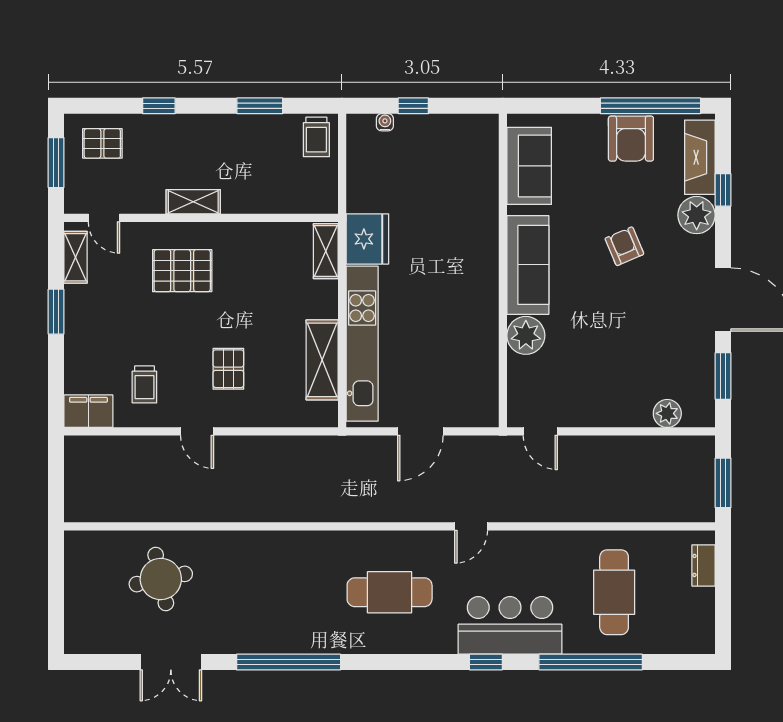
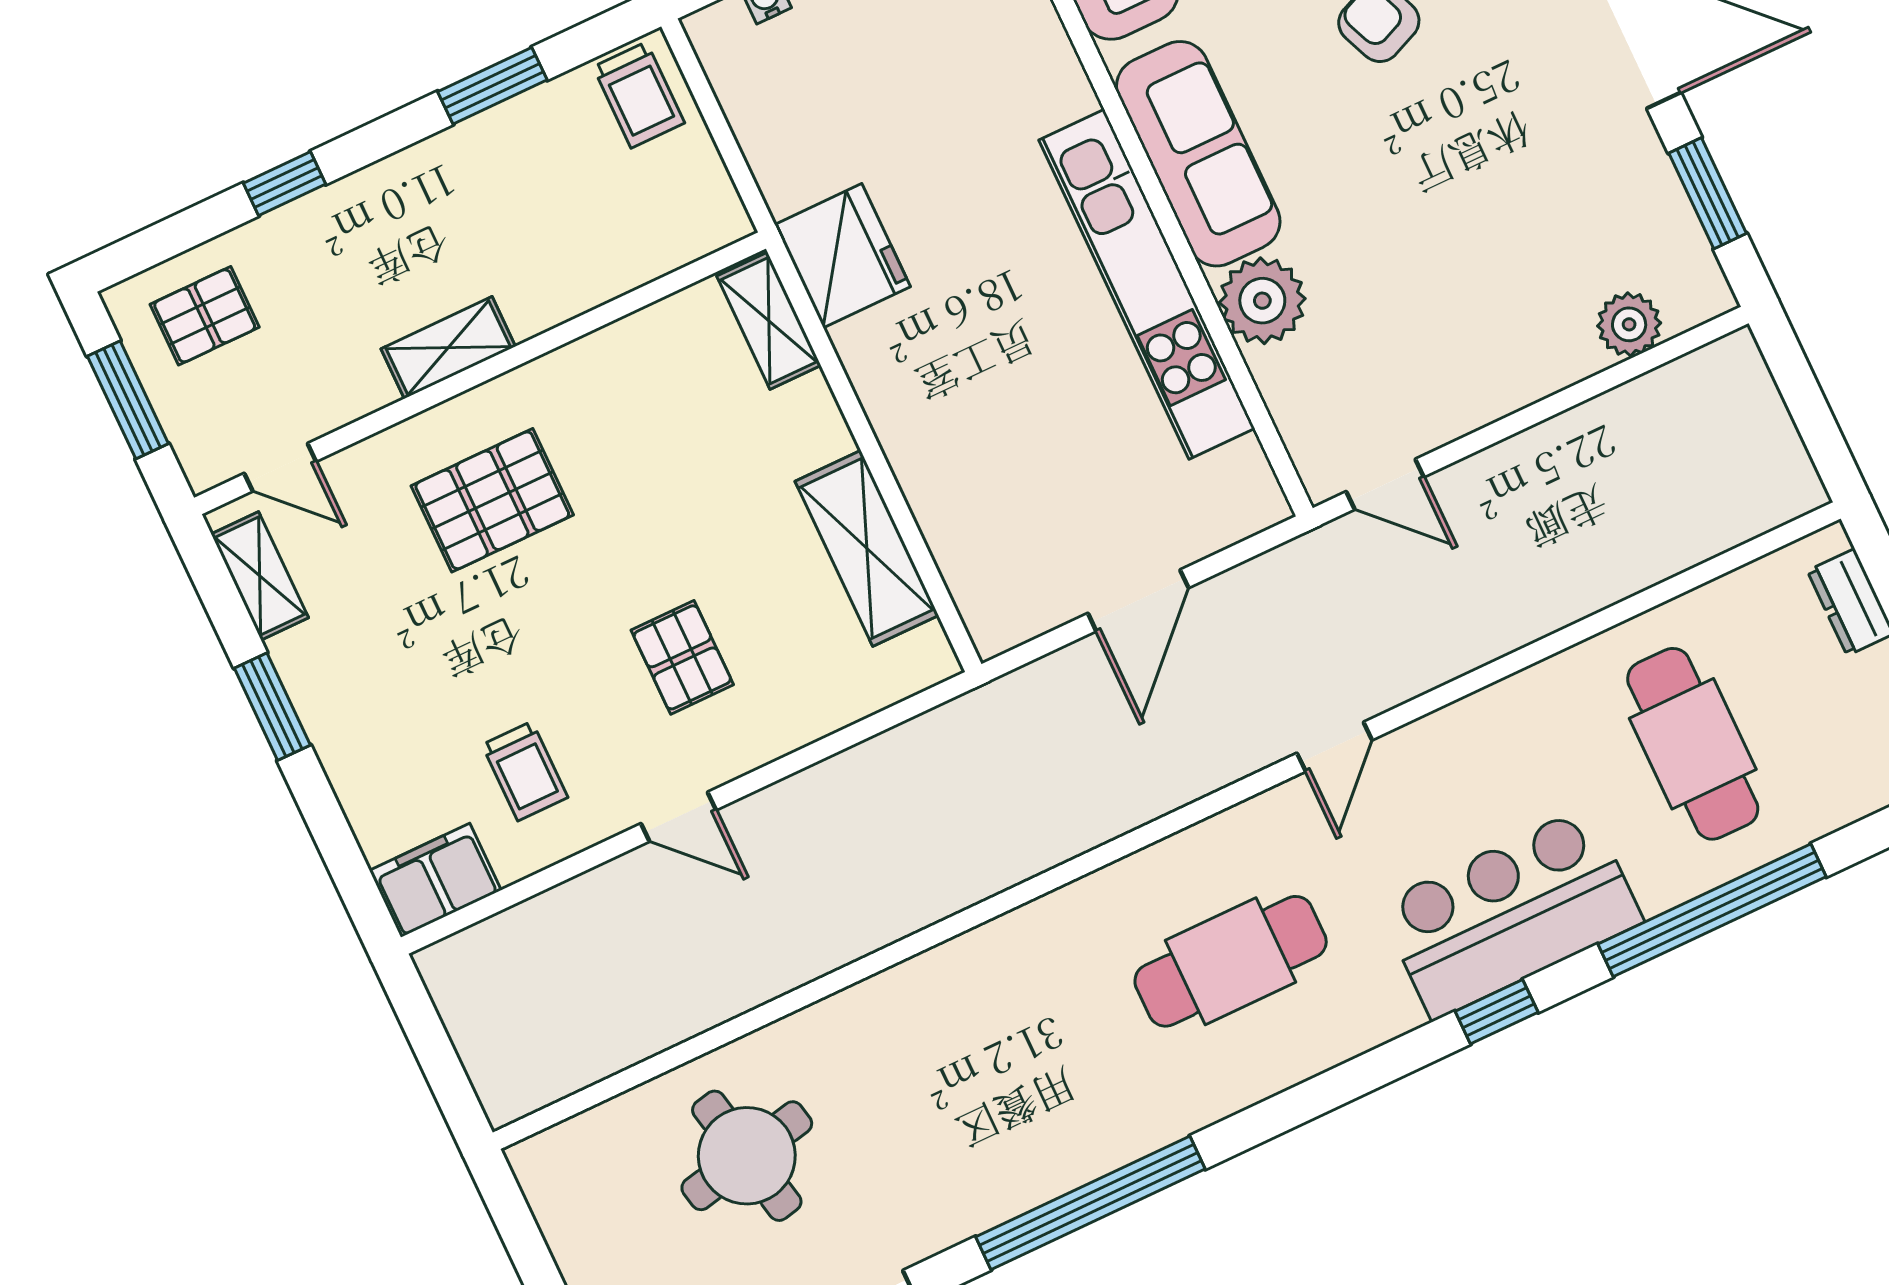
kitchen unit: (362, 344) -> (1147, 284), moved, turned 180
window: (723, 483) -> (1811, 413), removed

